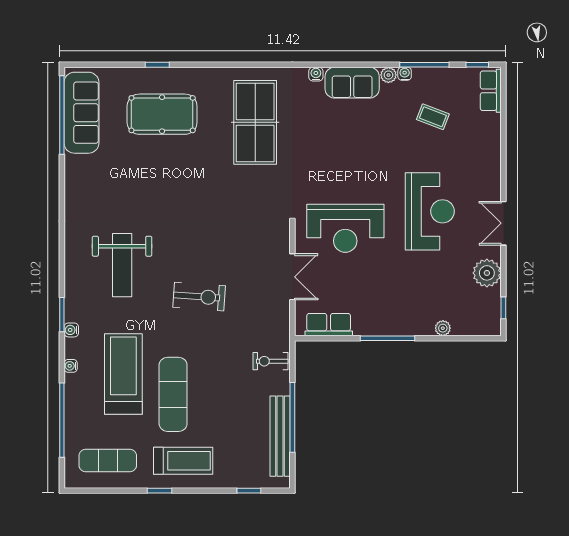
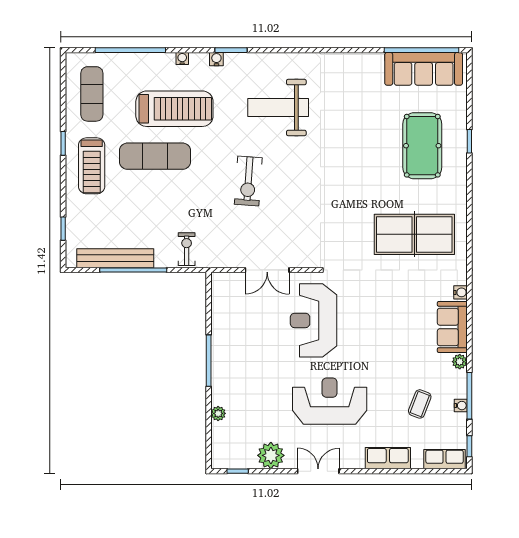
water cooler: (405, 74) -> (461, 406), moved
reception desk: (430, 211) -> (330, 401), turned 180
row of seats: (329, 325) -> (388, 458), moved, turned -90

